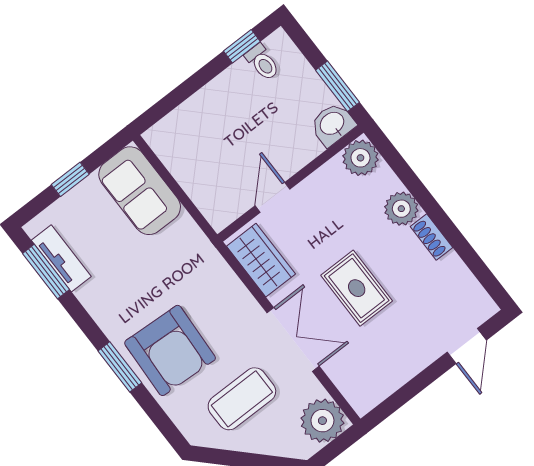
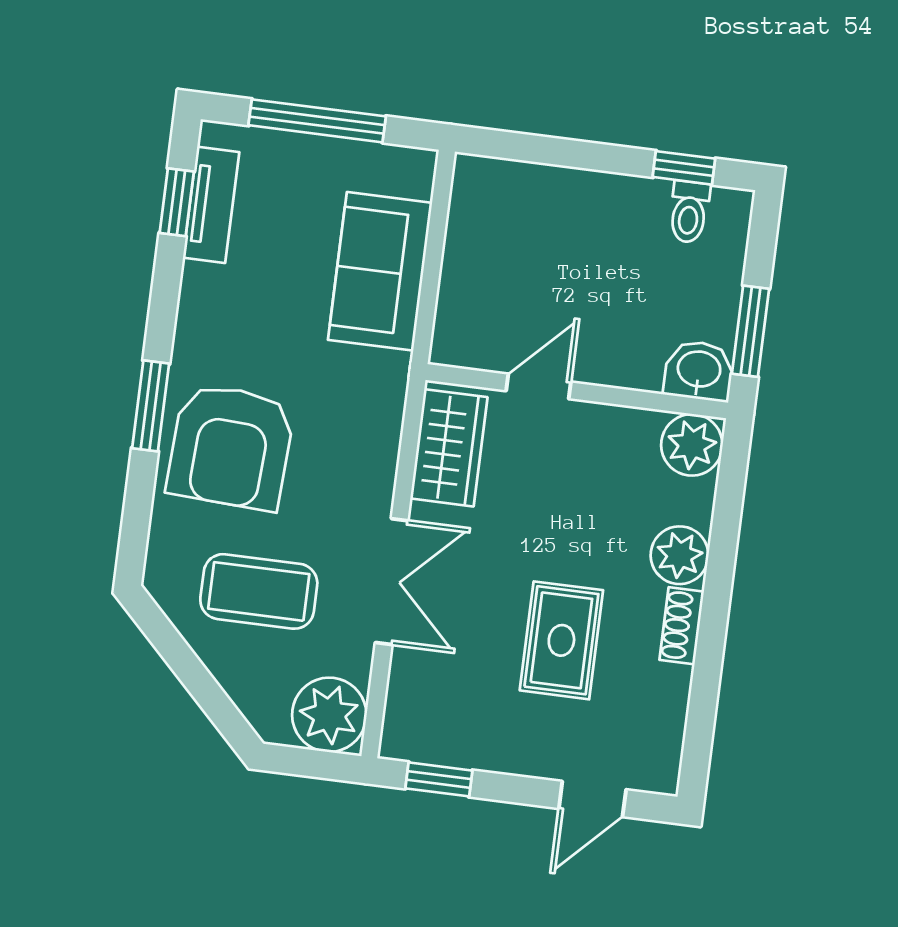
window: (70, 179) -> (317, 121), width x2.17
sofa: (140, 191) -> (380, 271), moved
window: (46, 272) -> (177, 202), width x0.67
rug: (357, 288) -> (561, 640), moved
window: (395, 402) -> (439, 779), added

